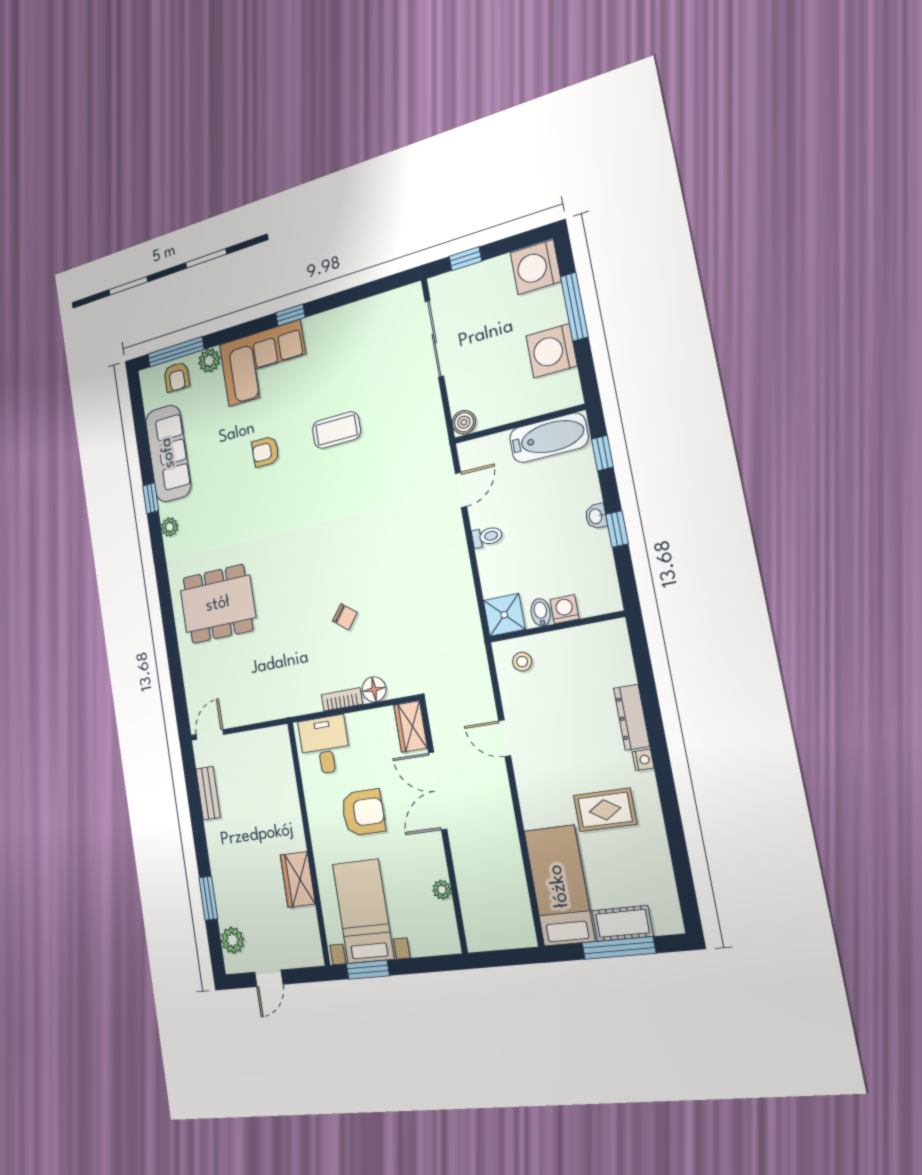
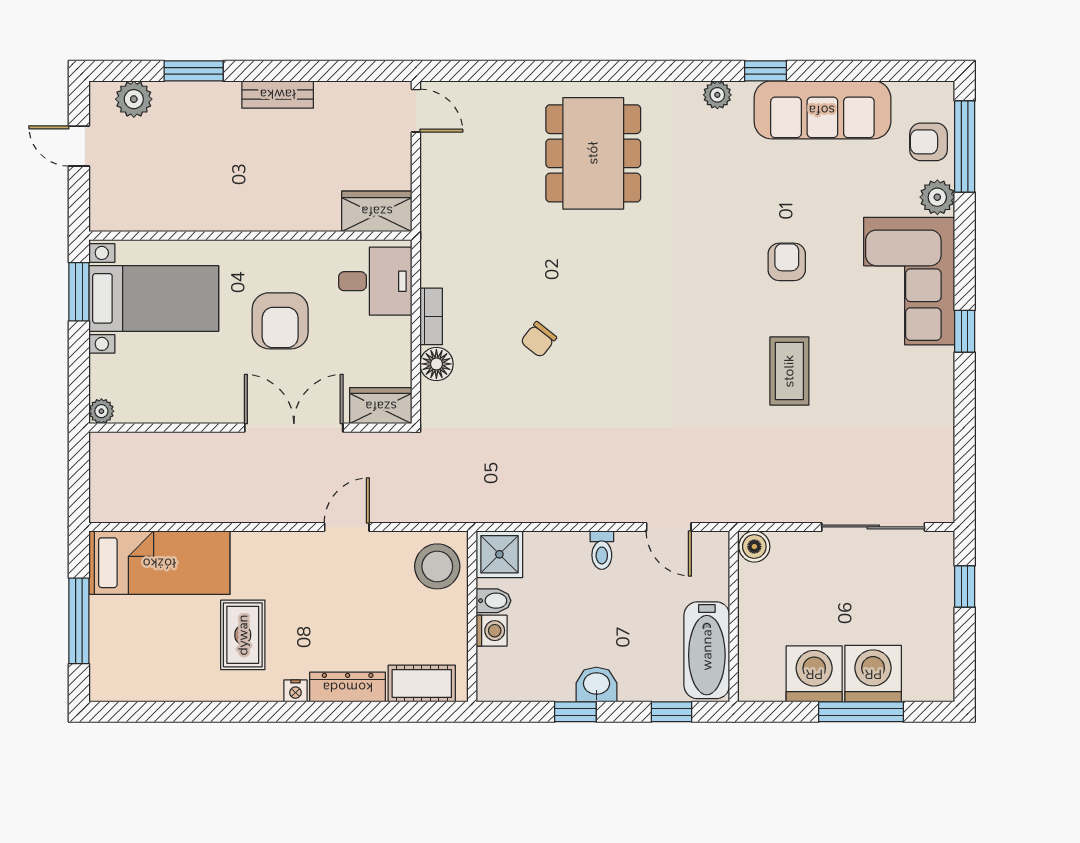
washing machine: (536, 267) -> (873, 674), moved
washbasin: (596, 516) -> (596, 684), width x1.38, depth x1.45
stool: (522, 662) -> (437, 566), width x1.89, depth x1.89
bench: (208, 793) -> (278, 94), moved
wardrobe: (298, 879) -> (377, 211), moved
plant: (442, 890) -> (101, 411), moved
cot: (622, 923) -> (422, 683), moved, turned 90

